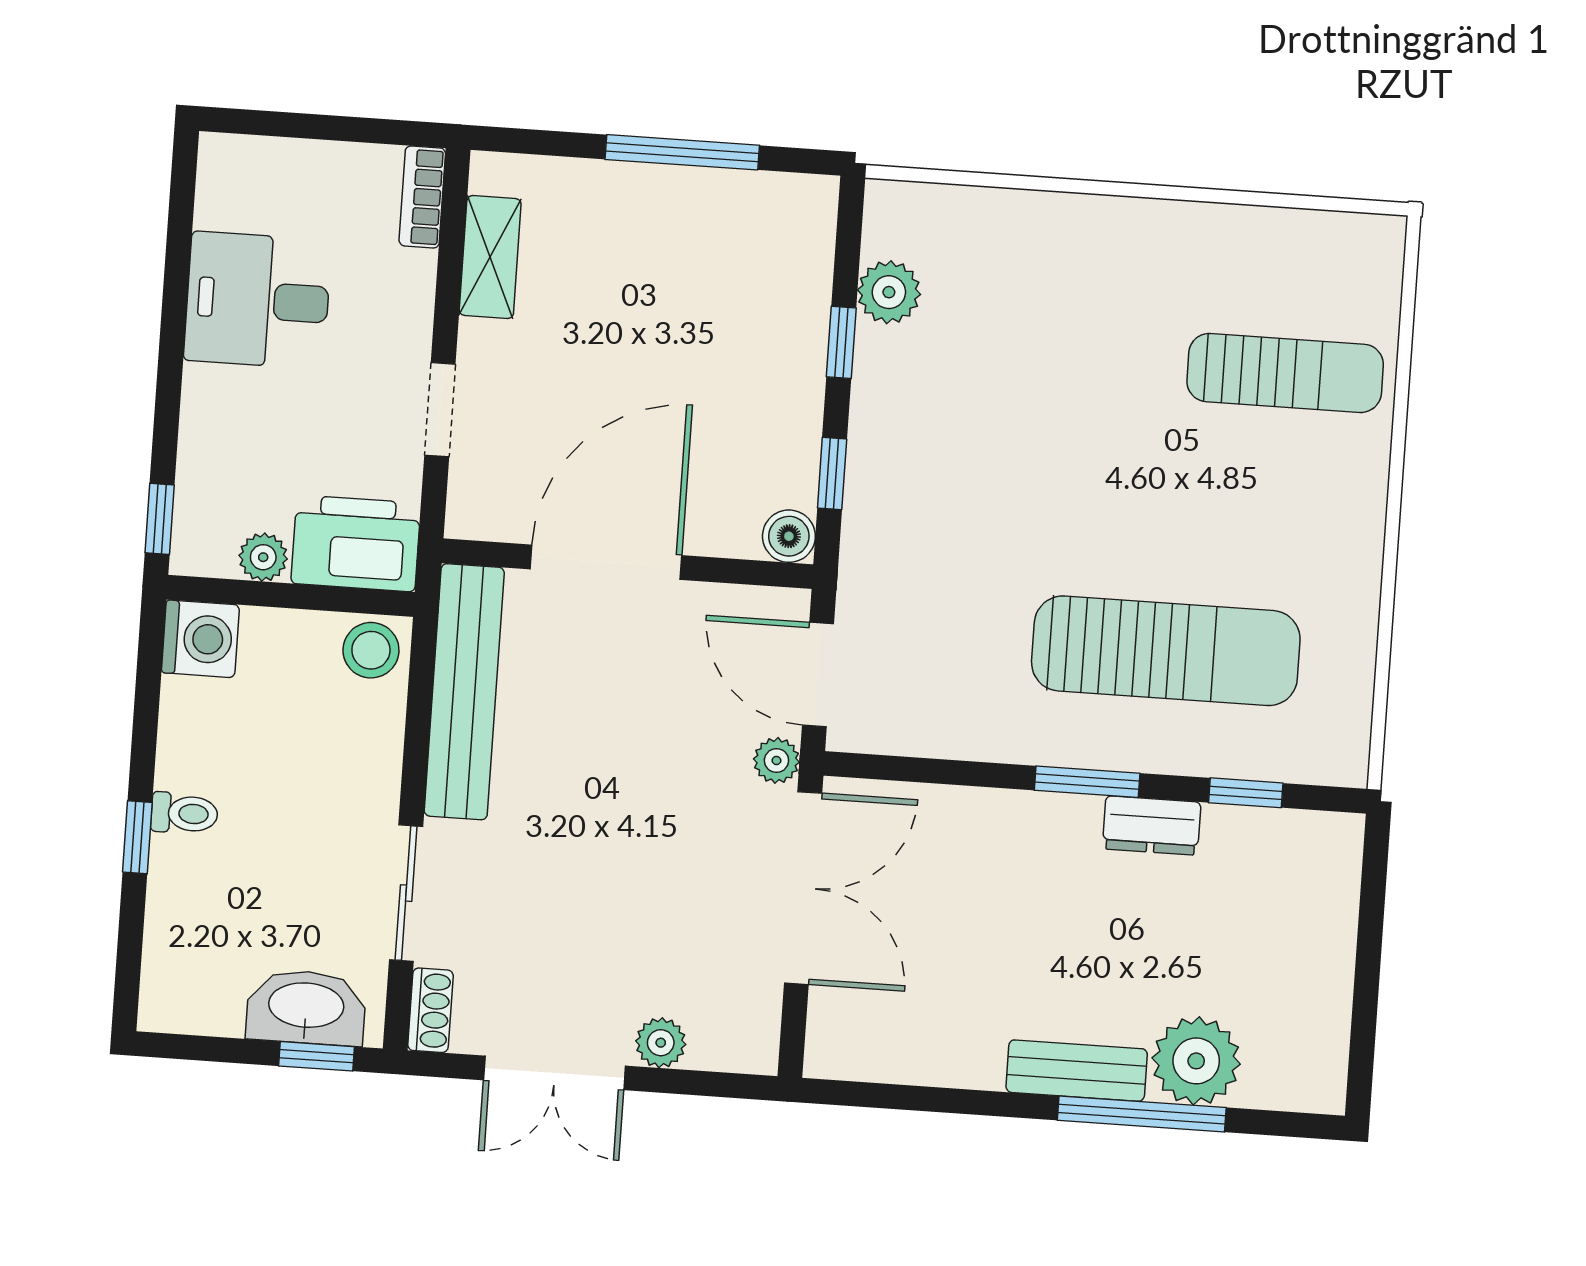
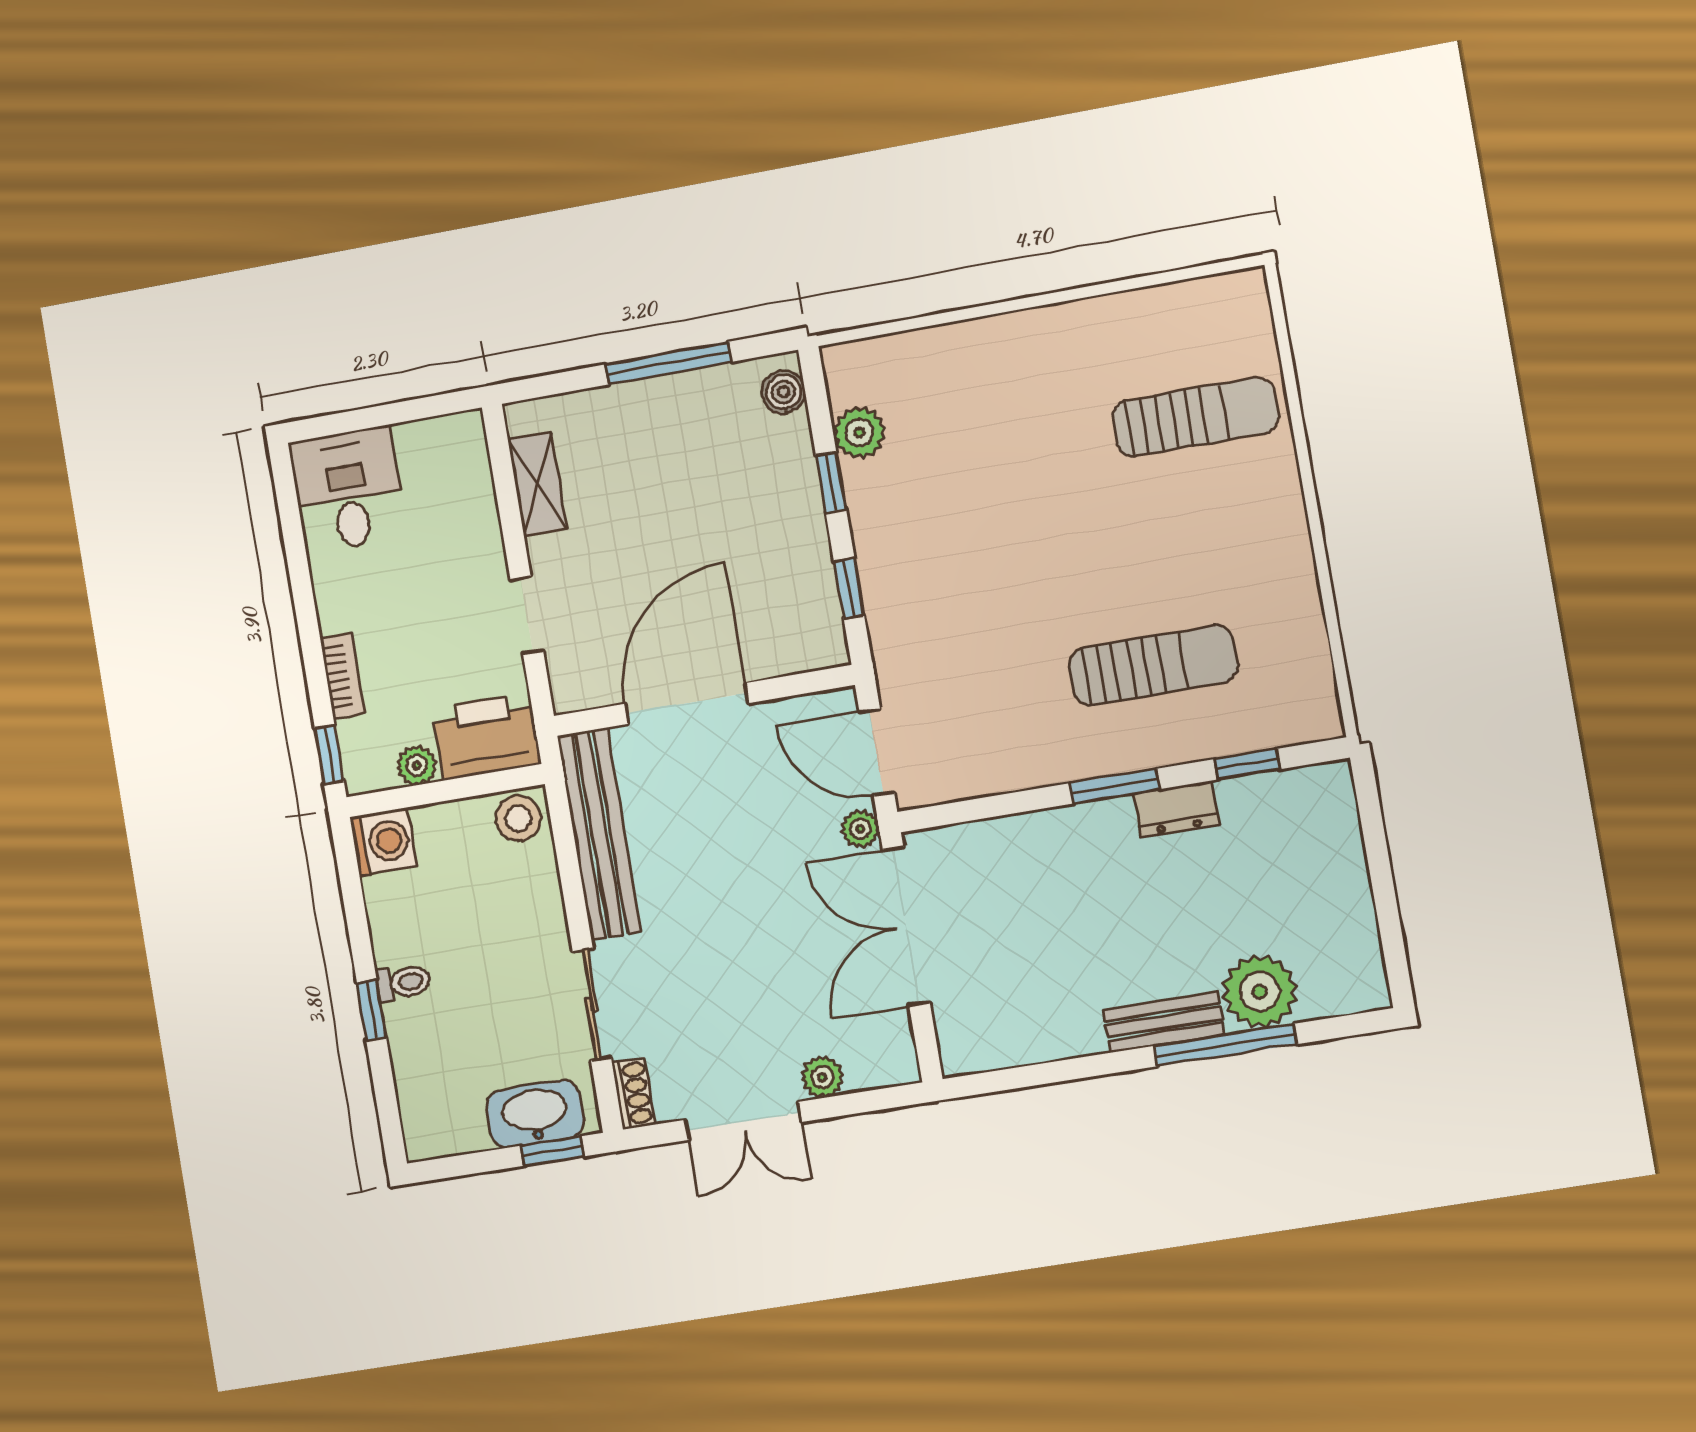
bookcase: (422, 197) -> (342, 676), moved, turned 180
desk: (258, 300) -> (348, 489), moved, turned 90
boiler: (789, 536) -> (784, 392), moved
sun lounger: (1166, 651) -> (1153, 665), width x0.73, depth x0.75
double door: (803, 888) -> (906, 926), swing flipped

